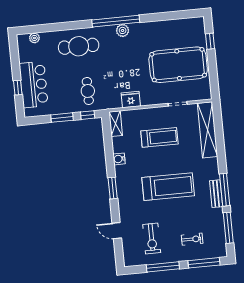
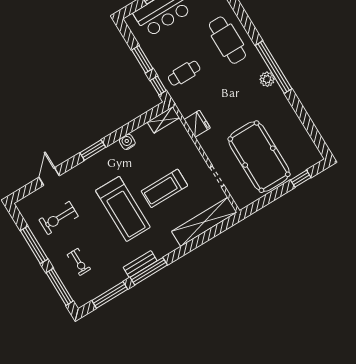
treadmill: (159, 137) -> (164, 188), moved, turned 90

